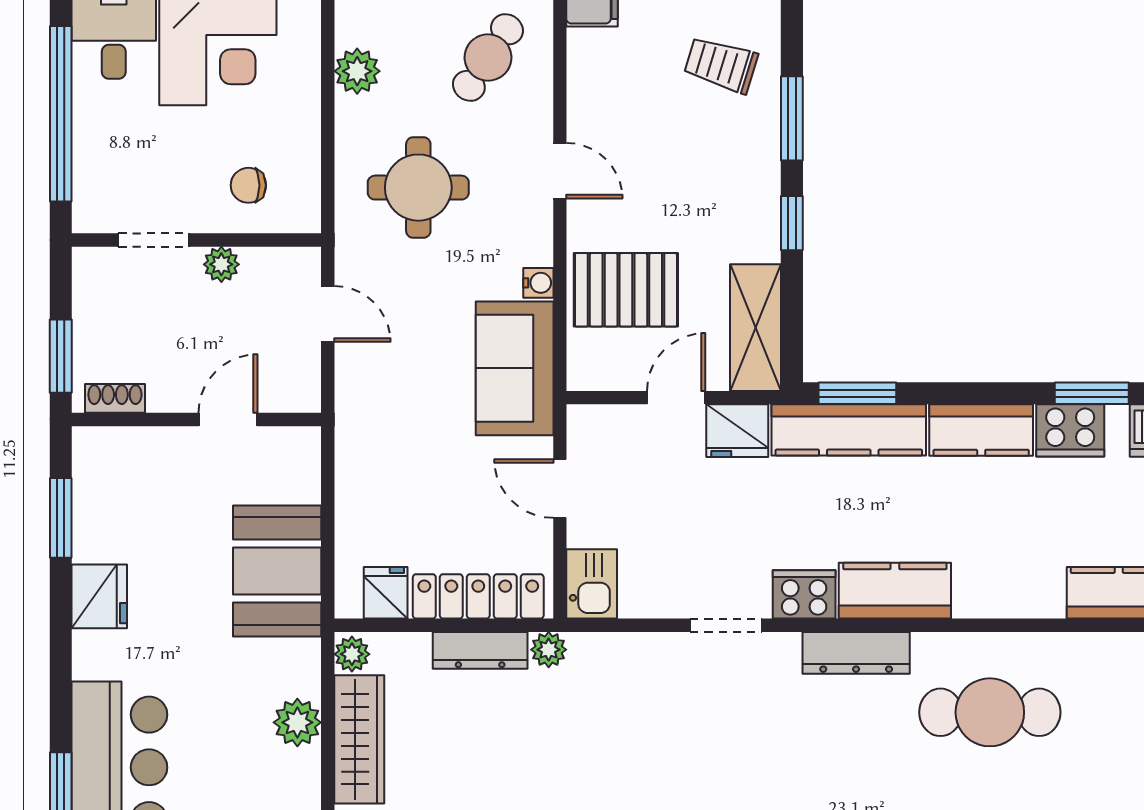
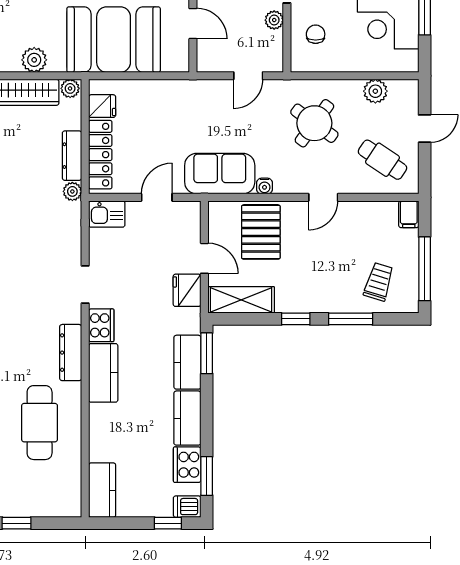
round table: (418, 188) -> (314, 123), turned 36
kitchen counter: (849, 430) -> (187, 362), width x0.67
booth: (277, 571) -> (114, 40), width x1.36, depth x1.42

